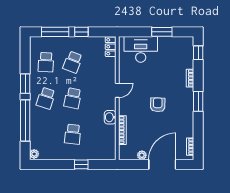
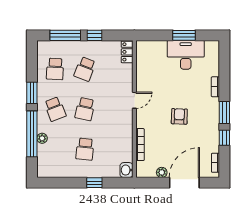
desk: (141, 49) -> (186, 55), moved
window: (198, 53) -> (224, 138), moved
school desk: (46, 98) -> (55, 109), turned -39
washbasin: (110, 117) -> (126, 170), moved
plant: (34, 154) -> (42, 138), moved

